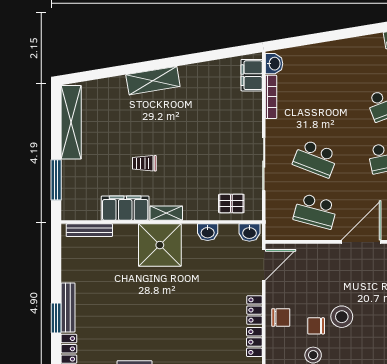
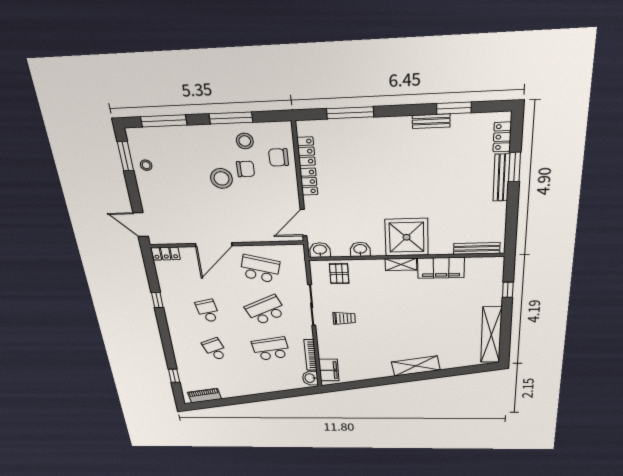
school desk: (315, 106) -> (271, 349), added
school desk: (315, 159) -> (266, 310), turned -45
trolley: (144, 163) -> (344, 318), moved
window: (56, 180) -> (508, 290), width x0.46
pallet: (231, 203) -> (339, 274), turned 90
chair: (281, 317) -> (279, 157), moved

